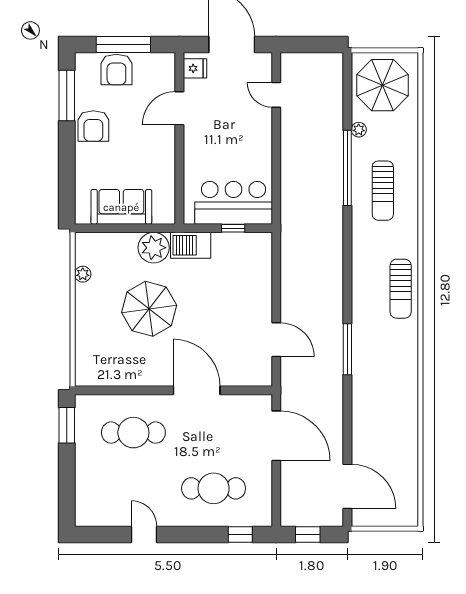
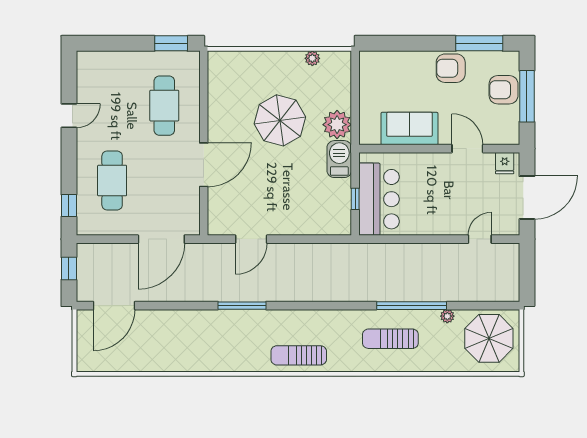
sofa: (121, 207) -> (409, 129), moved, turned -90

